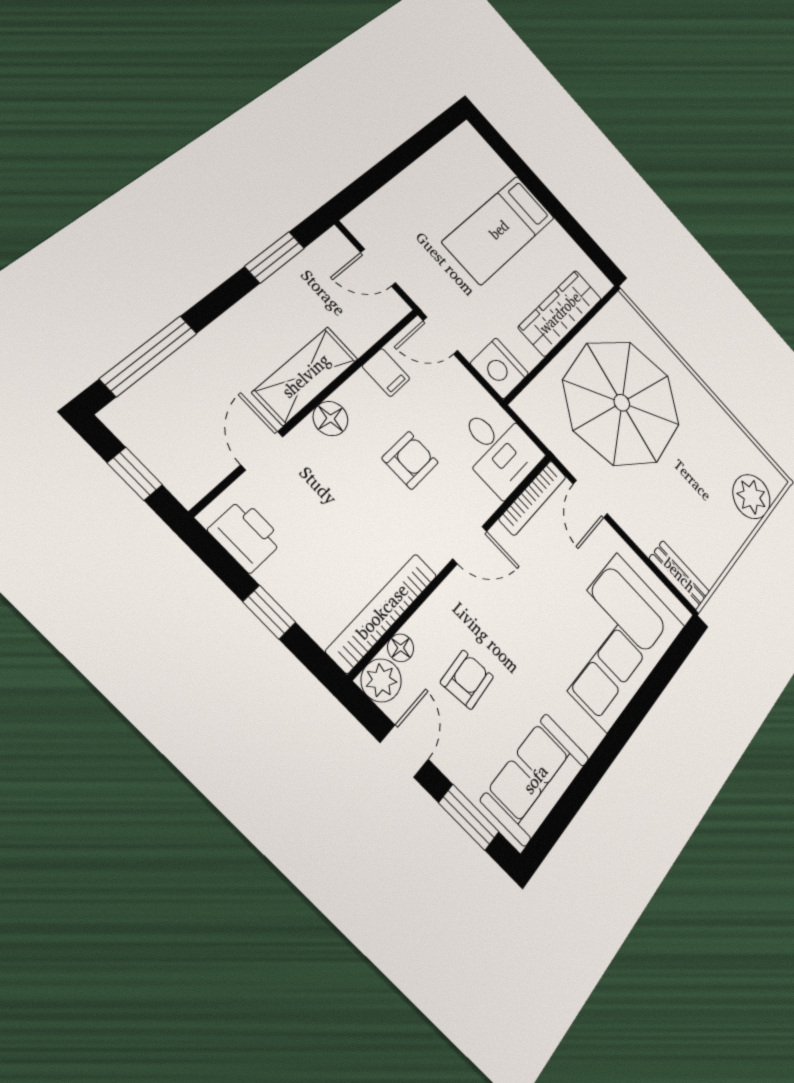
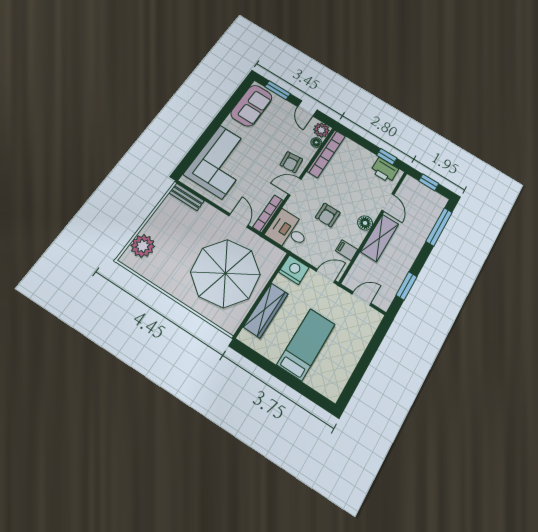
window: (269, 612) -> (387, 157), moved
armchair: (467, 680) -> (291, 162), moved

